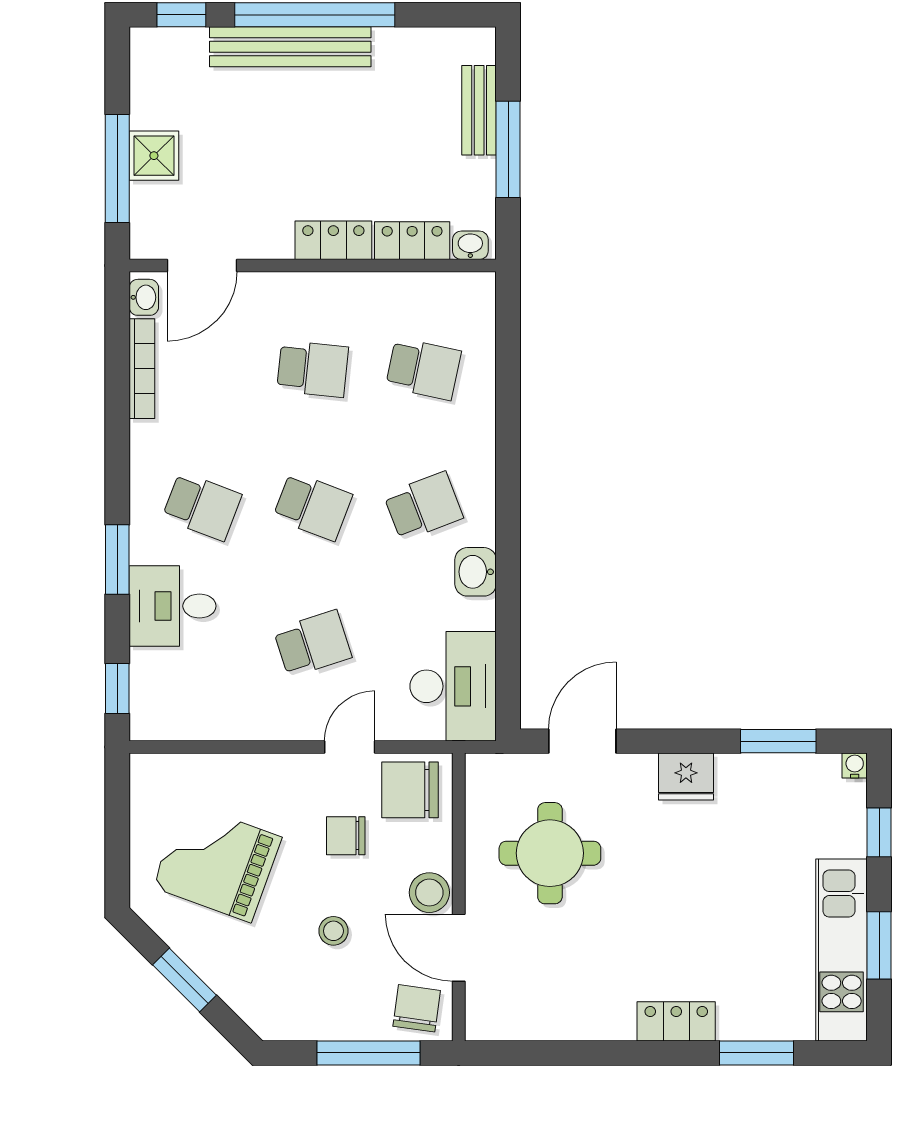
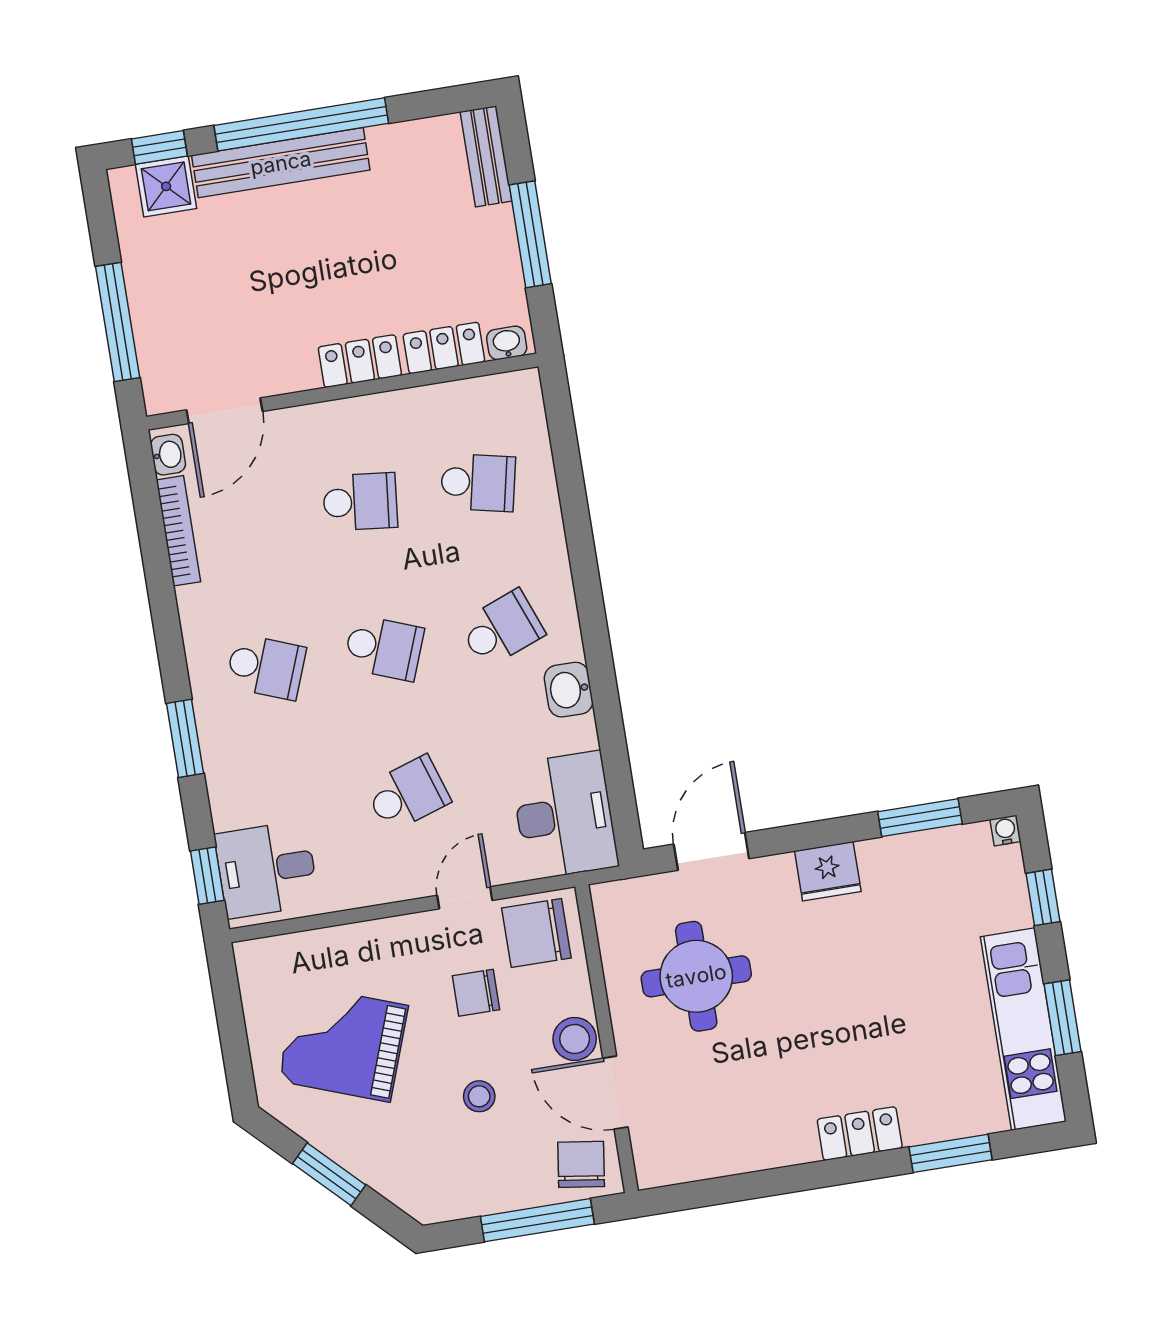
bench: (479, 110) -> (486, 156), moved
shower: (154, 156) -> (166, 186), moved
desk: (173, 606) -> (267, 869), moved

